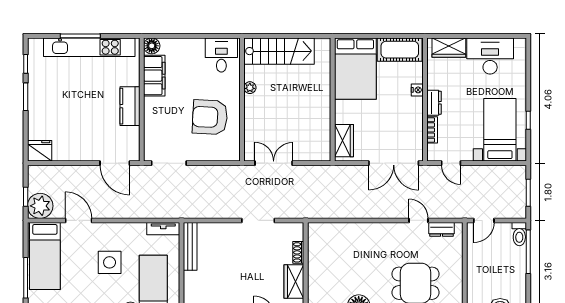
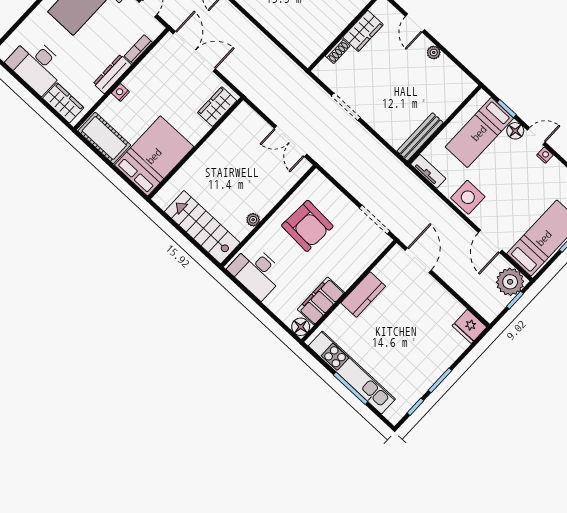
desk: (221, 55) -> (256, 272), width x1.37
dresser: (434, 103) -> (112, 74), width x1.44
side table: (110, 262) -> (468, 197), moved

